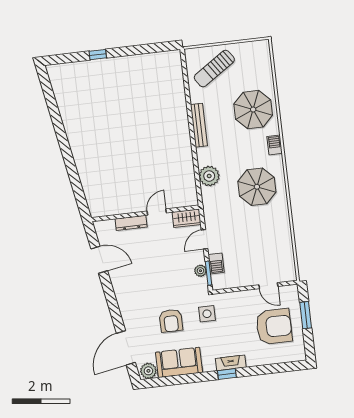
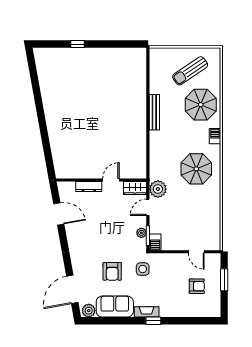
sun lounger: (214, 69) -> (190, 71), moved
plant: (209, 176) -> (158, 189), moved
barbecue: (216, 263) -> (155, 242), moved
armchair: (274, 327) -> (197, 286), width x0.53, depth x0.53
fireplace: (231, 363) -> (147, 312), moved

